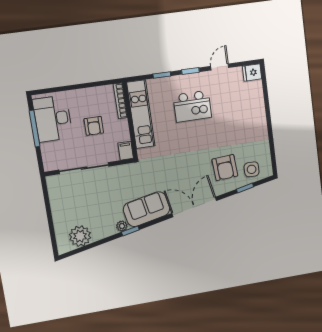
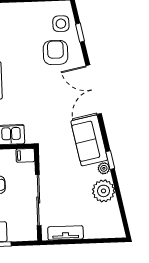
armchair: (225, 168) -> (56, 53), turned -86
tv unit: (55, 198) -> (66, 233), added
plant: (80, 236) -> (104, 191), moved

